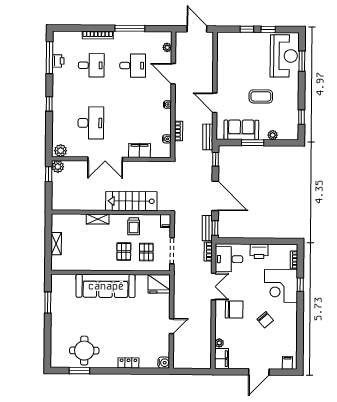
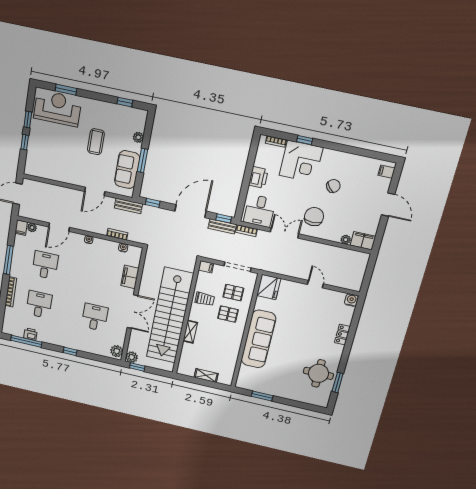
filing cabinet: (165, 37) -> (21, 228), added
desk: (91, 123) -> (95, 317), width x0.73
stairs: (131, 201) -> (170, 316), width x1.86, depth x1.51

